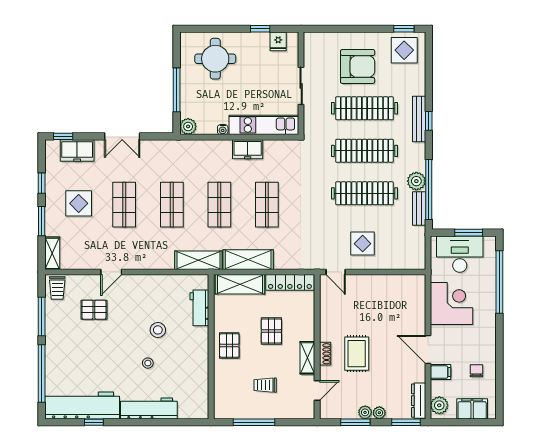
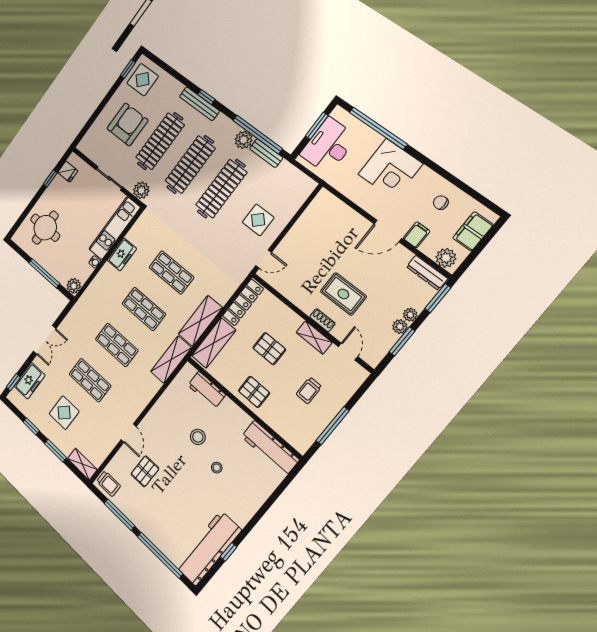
plant: (313, 124) -> (141, 190), added
corner desk: (451, 304) -> (390, 169), moved, turned 180
workbench: (149, 408) -> (270, 448), moved, turned -90

